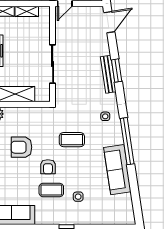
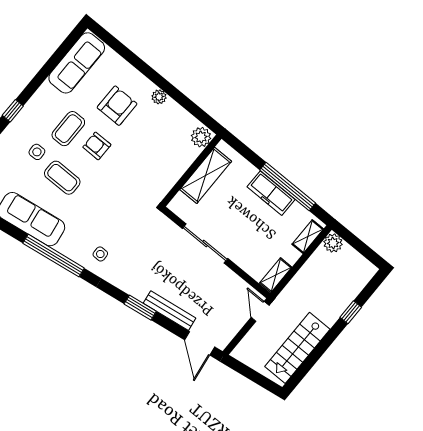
shelving: (27, 11) -> (276, 275), moved
bench: (108, 74) -> (170, 311), moved
coffee table: (72, 140) -> (62, 178), moved, turned 90
armchair: (21, 147) -> (117, 106), moved

